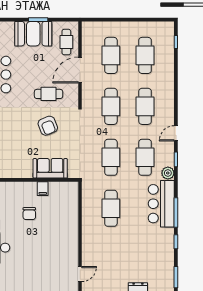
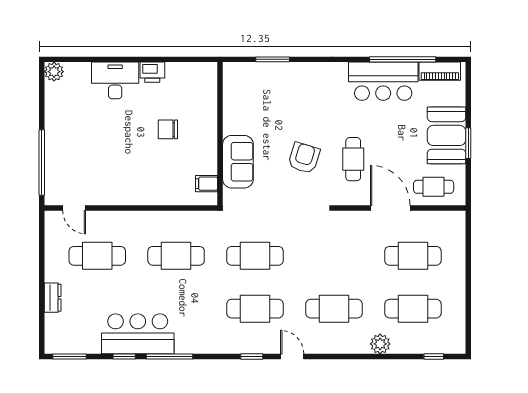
cafe table: (111, 106) -> (97, 256), moved
armchair: (48, 126) -> (304, 158), turned 129
plant: (168, 173) -> (380, 344), moved
filing cabinet: (43, 189) -> (207, 184), moved
bar counter: (161, 204) -> (138, 334), moved

